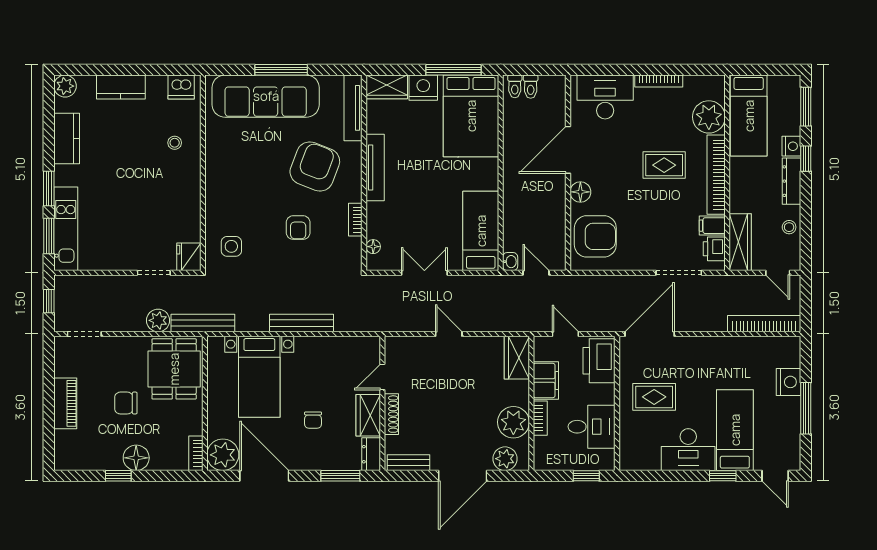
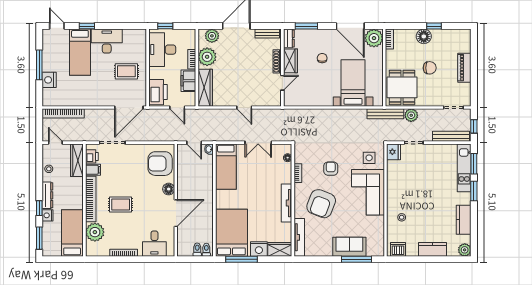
window: (281, 70) -> (357, 259), moved
sofa: (266, 96) -> (349, 247), width x0.54, depth x0.79
desk: (605, 97) -> (154, 244), width x0.73
corner sofa: (233, 186) -> (368, 192), added
bench: (301, 323) -> (451, 136), moved
wardrobe: (517, 358) -> (205, 88), width x1.50
desk: (592, 427) -> (162, 50), width x1.37

